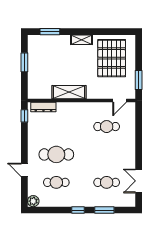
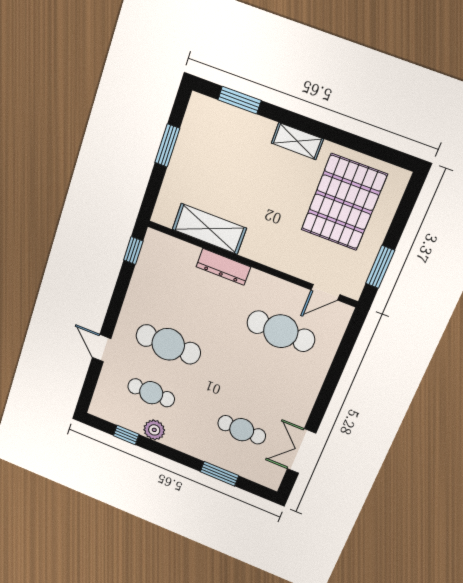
shelving: (69, 92) -> (209, 229), moved
dresser: (43, 107) -> (223, 267), moved
cafe table: (107, 127) -> (281, 331), width x1.37, depth x1.35
plant: (33, 201) -> (154, 430), moved
window: (78, 210) -> (126, 435), moved

